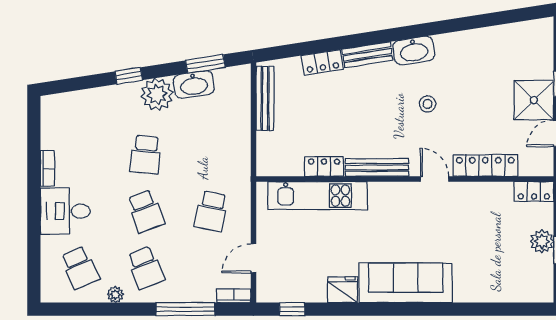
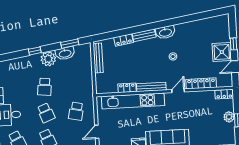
door: (435, 179) -> (178, 91), hinge flipped
kitchen unit: (318, 196) -> (133, 101), width x1.36

